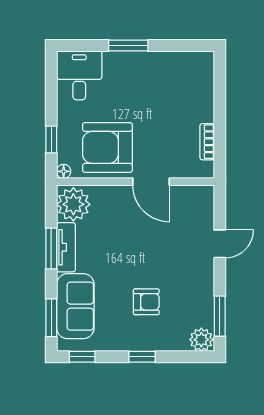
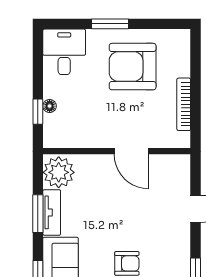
bookcase: (207, 142) -> (184, 104), width x1.56
armchair: (107, 147) -> (133, 67), moved
floor lamp: (64, 171) -> (50, 106), moved

